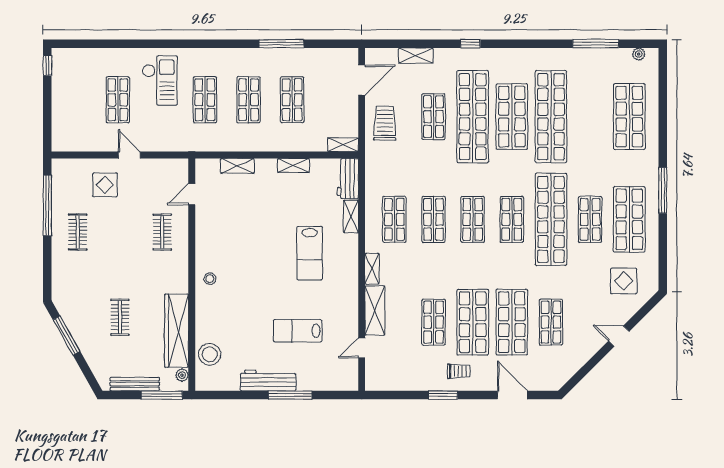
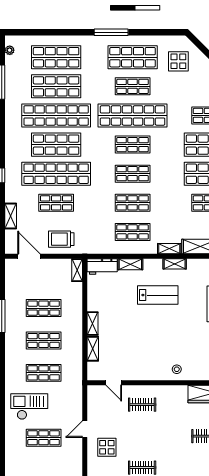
shop shelf: (590, 117) -> (56, 86), added
shelving: (293, 165) -> (92, 324), moved
shelving: (351, 276) -> (175, 264), added

